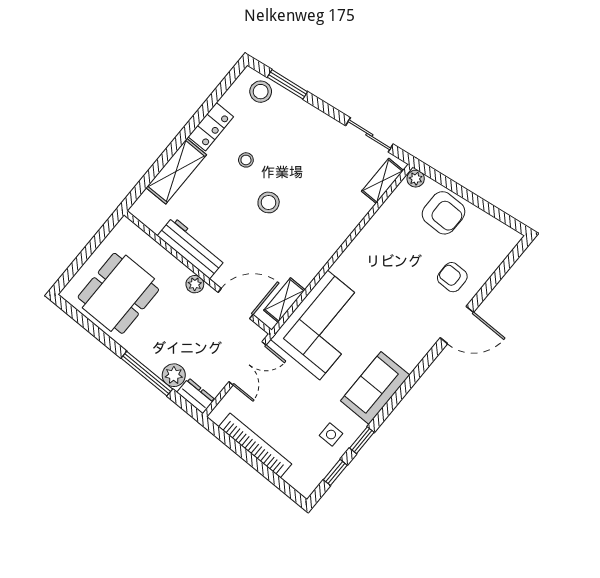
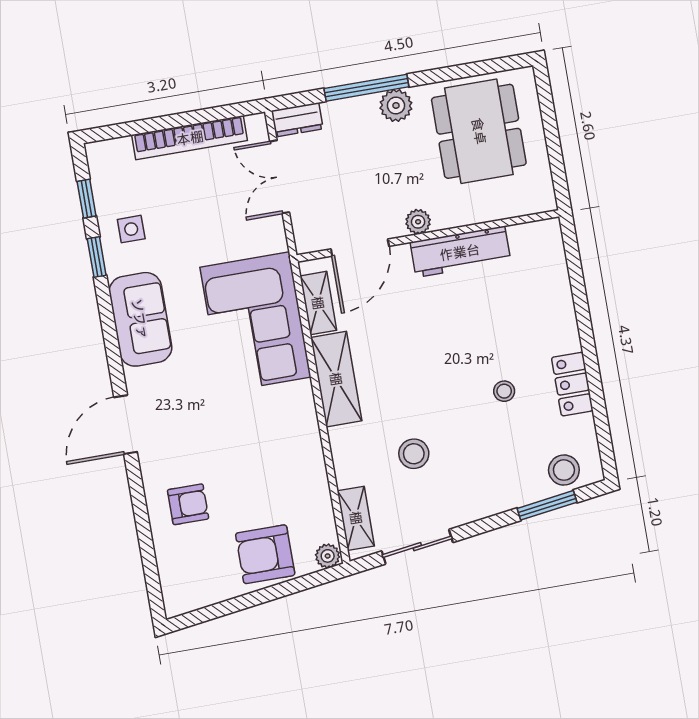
shelving: (176, 171) -> (336, 379), moved
stool: (269, 202) -> (414, 454), moved
door: (457, 325) -> (126, 425), moved
double door: (248, 363) -> (280, 177), moved
plant: (174, 375) -> (396, 105), moved

